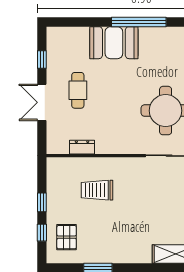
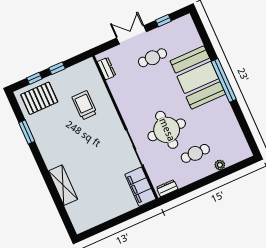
booth: (114, 43) -> (198, 77), width x1.36, depth x1.42
dresser: (82, 147) -> (107, 69), moved
pallet: (67, 237) -> (39, 98), width x1.50, depth x1.42

